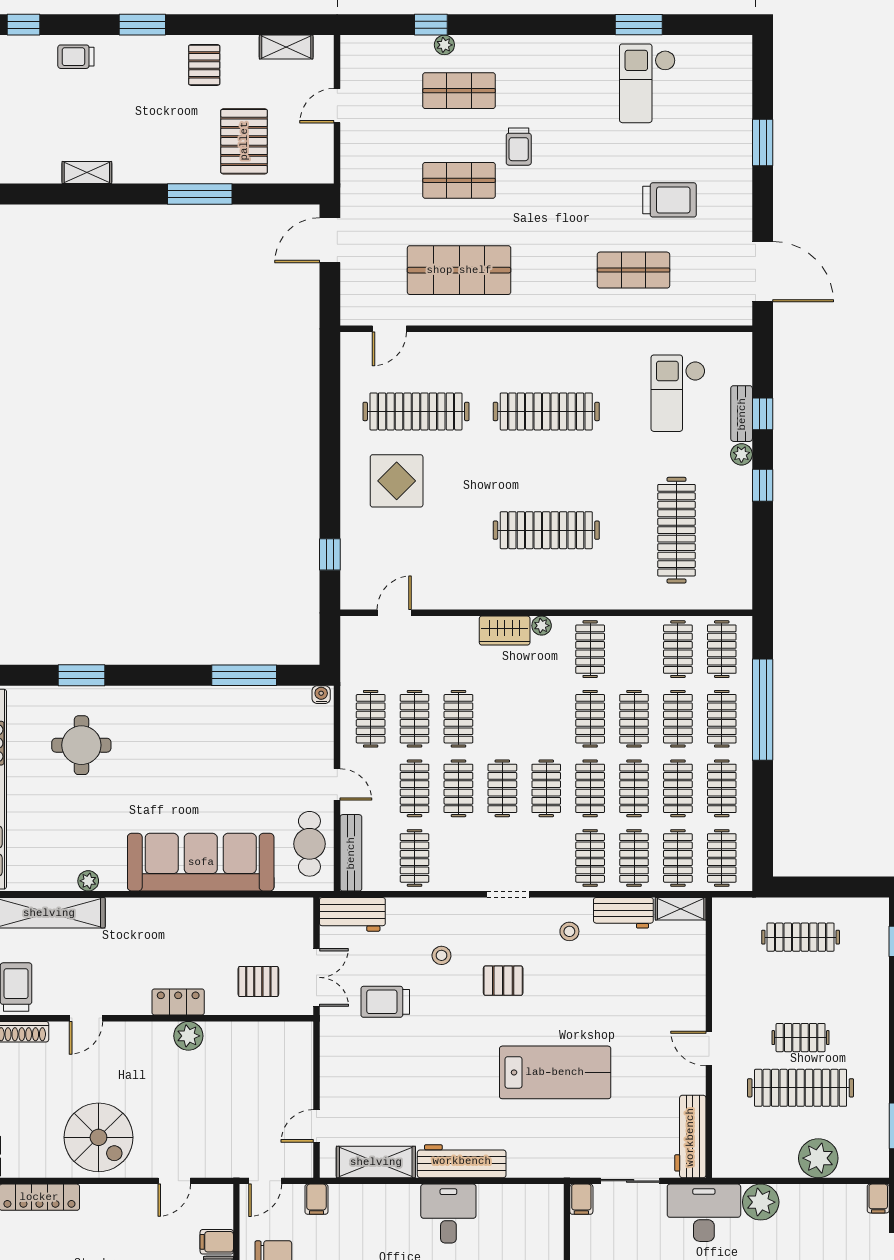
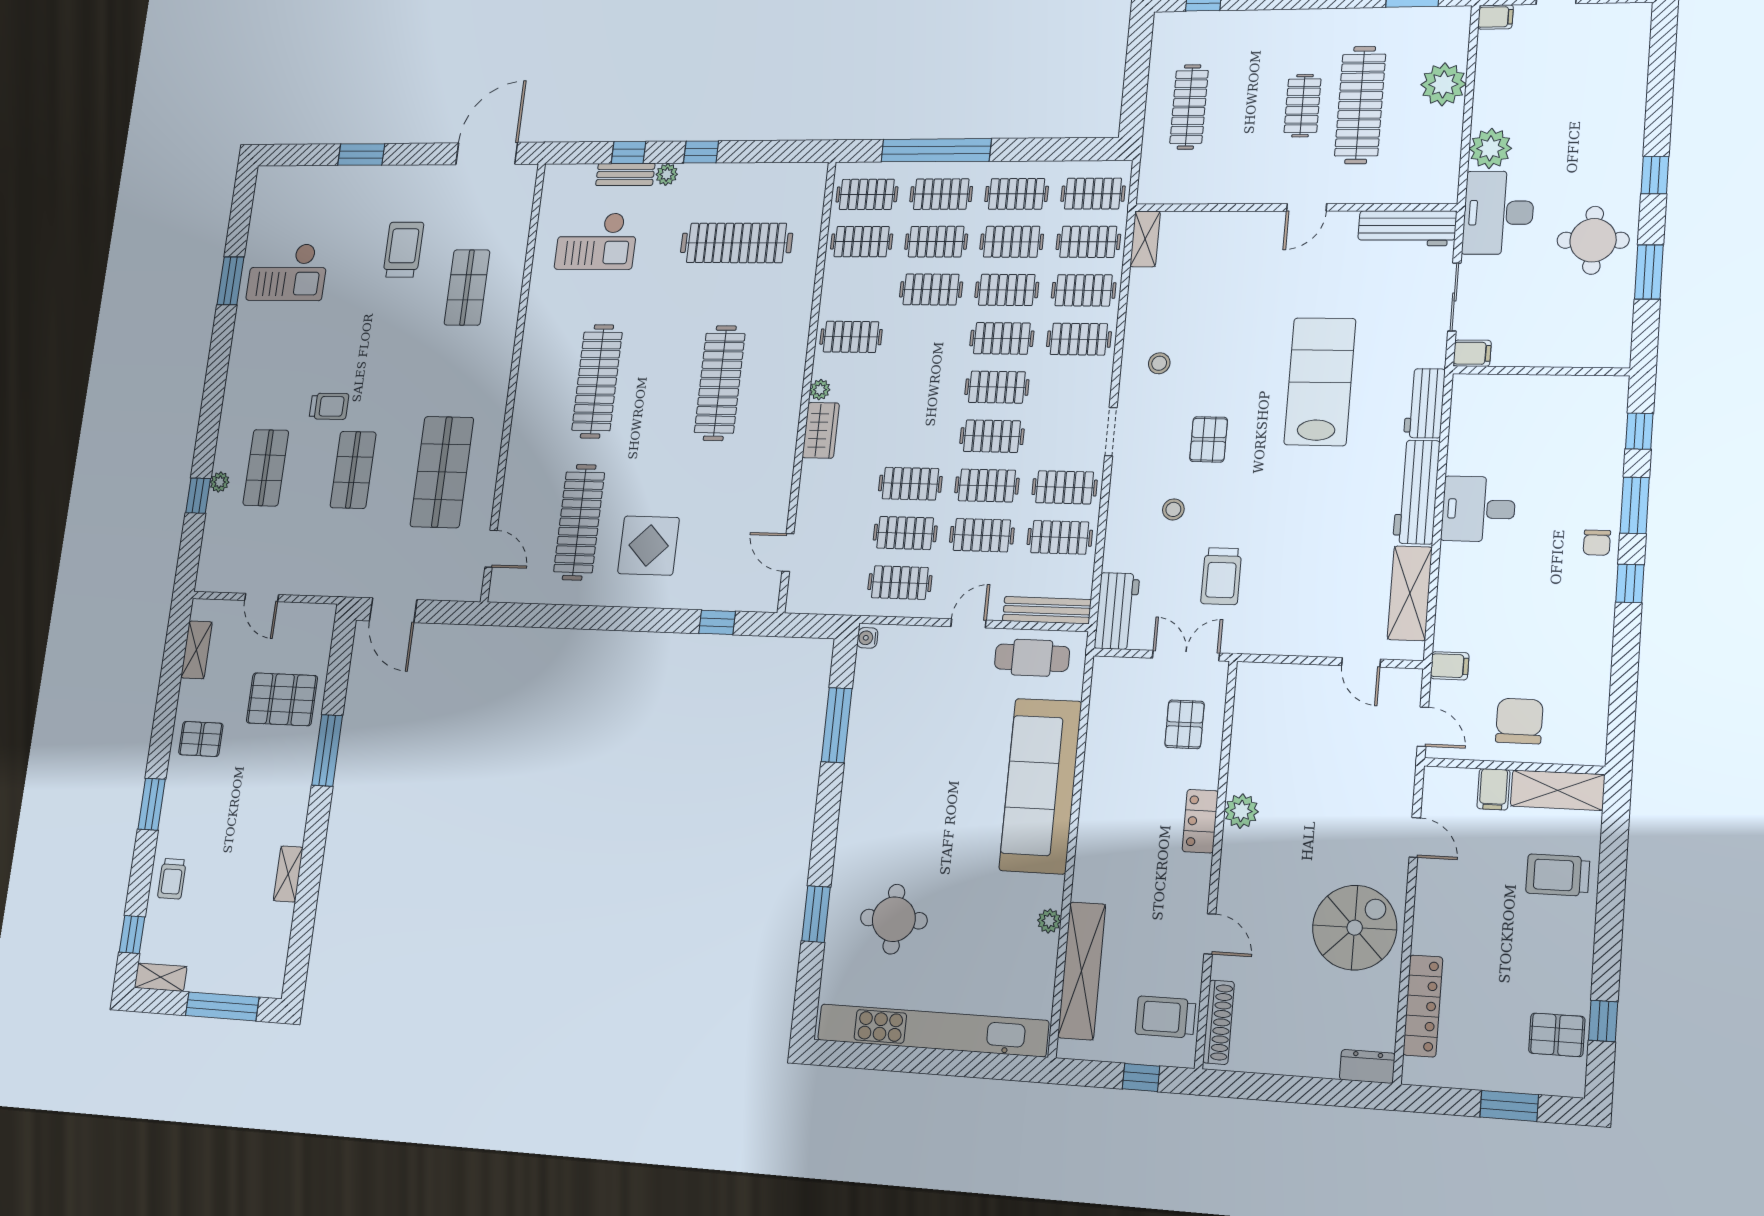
clothes rail: (590, 719) -> (1065, 487), moved
workbench: (623, 913) -> (1424, 403), moved, turned 180

